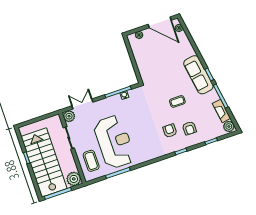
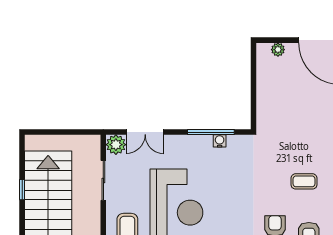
double door: (82, 104) -> (145, 132), swing flipped

